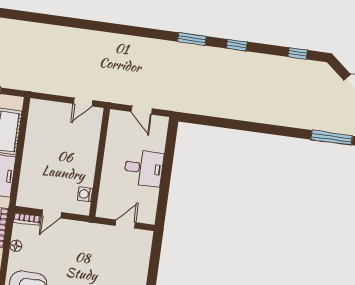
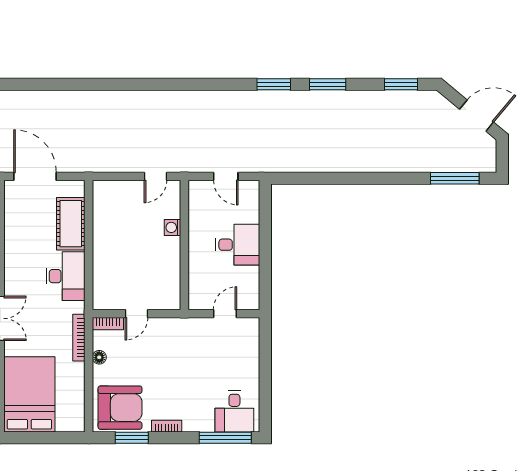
window: (237, 45) -> (328, 84), width x1.50
window: (298, 53) -> (401, 84), width x1.50
washing machine: (85, 194) -> (173, 227), moved

